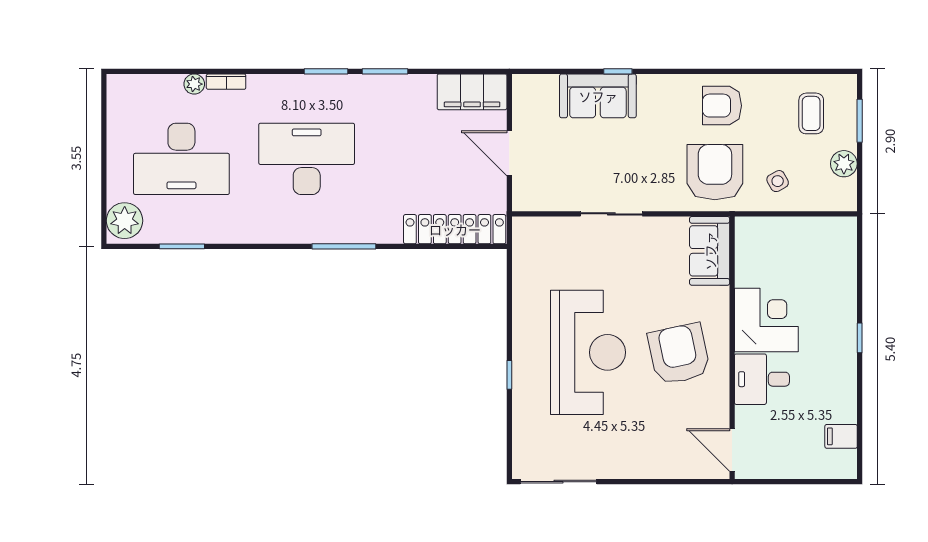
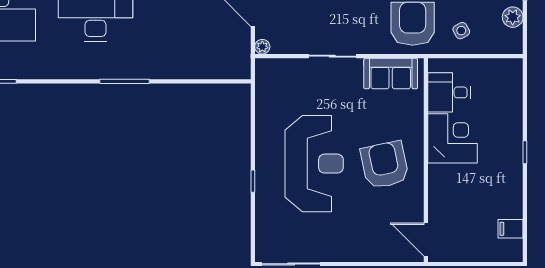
plant: (521, 202) -> (262, 47), added
locker: (455, 229) -> (211, 68), removed
sofa: (710, 251) -> (391, 74), moved, turned -90
desk: (762, 379) -> (449, 92), moved

